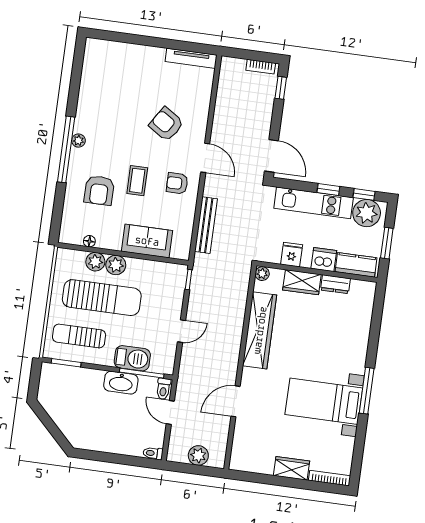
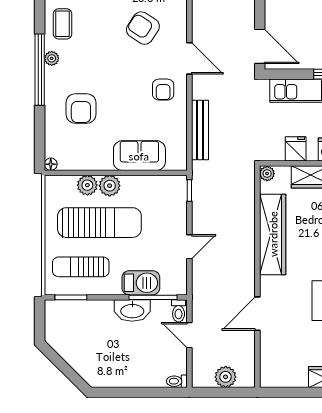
coffee table: (137, 181) -> (63, 24), moved
armchair: (177, 183) -> (163, 90), turned -90
floor lamp: (89, 241) -> (51, 164), moved

